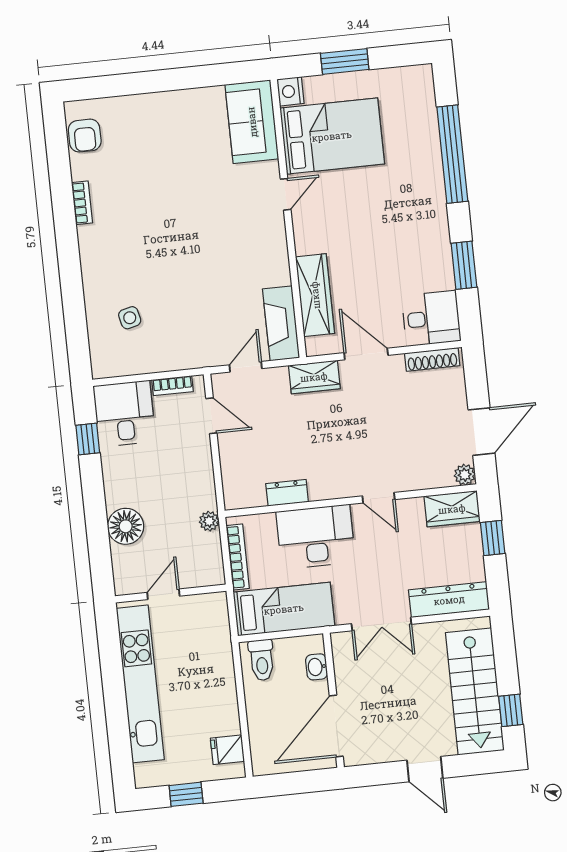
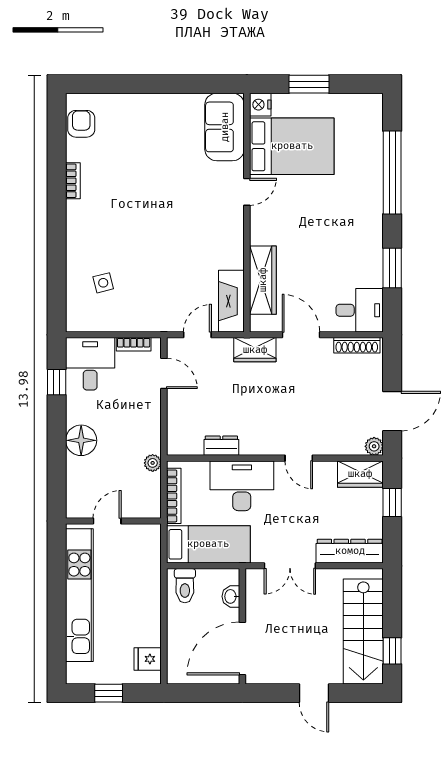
armchair: (85, 136) -> (81, 124), turned 180
floor lamp: (126, 526) -> (81, 440), moved

